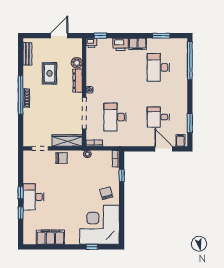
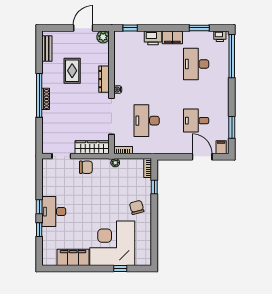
printer: (91, 43) -> (220, 36), moved
plant: (77, 63) -> (103, 37), moved
corner desk: (100, 225) -> (112, 243), moved

